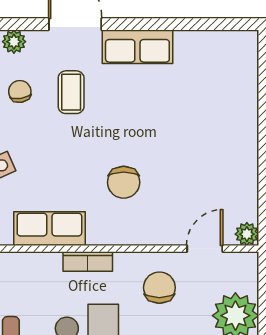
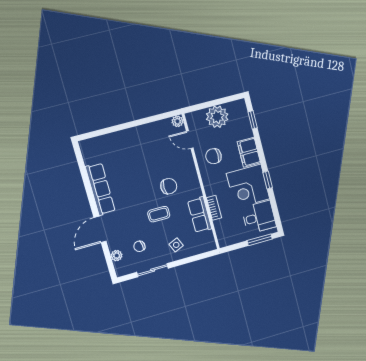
row of seats: (137, 47) -> (100, 189), width x1.48
coffee table: (71, 92) -> (159, 214), moved
bookcase: (88, 261) -> (214, 208), moved

